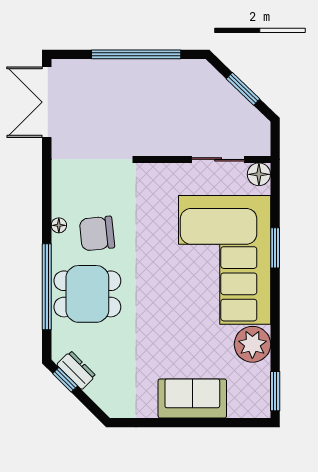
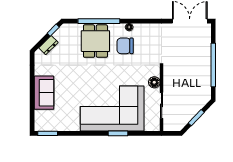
floor lamp: (259, 174) -> (154, 82), moved
chair: (97, 233) -> (125, 46), turned -84
plant: (252, 344) -> (71, 122), removed
dresser: (76, 370) -> (48, 45), moved

